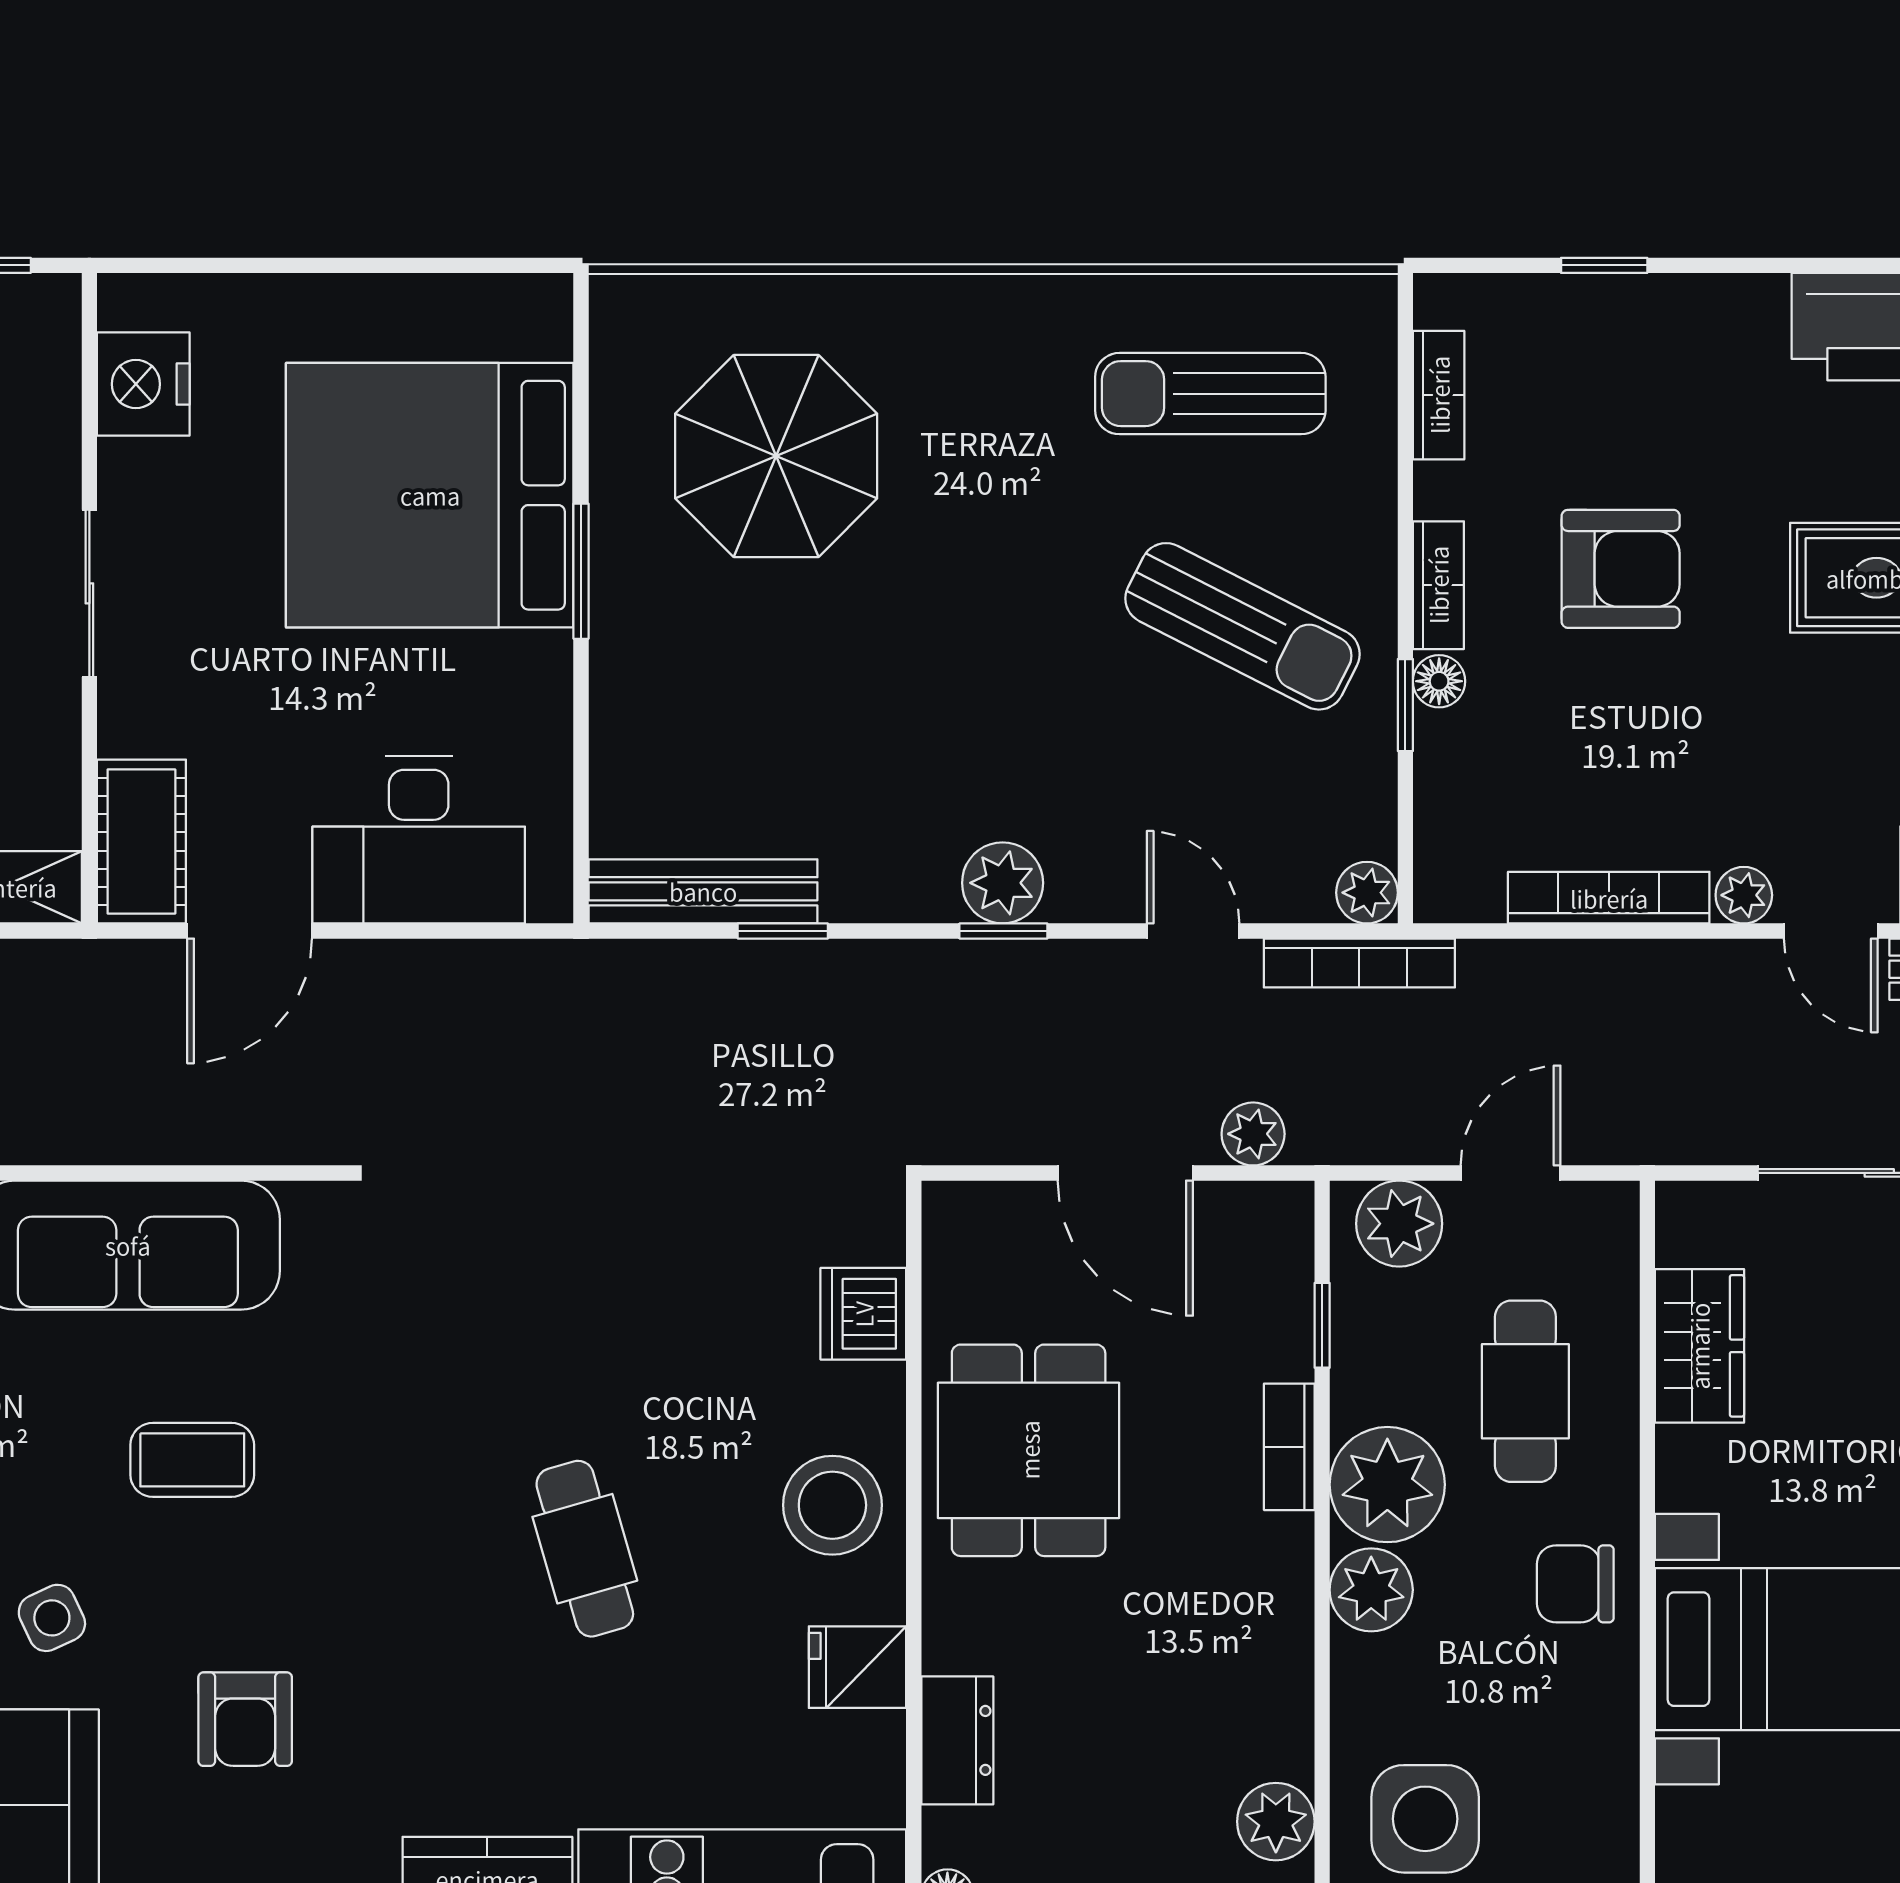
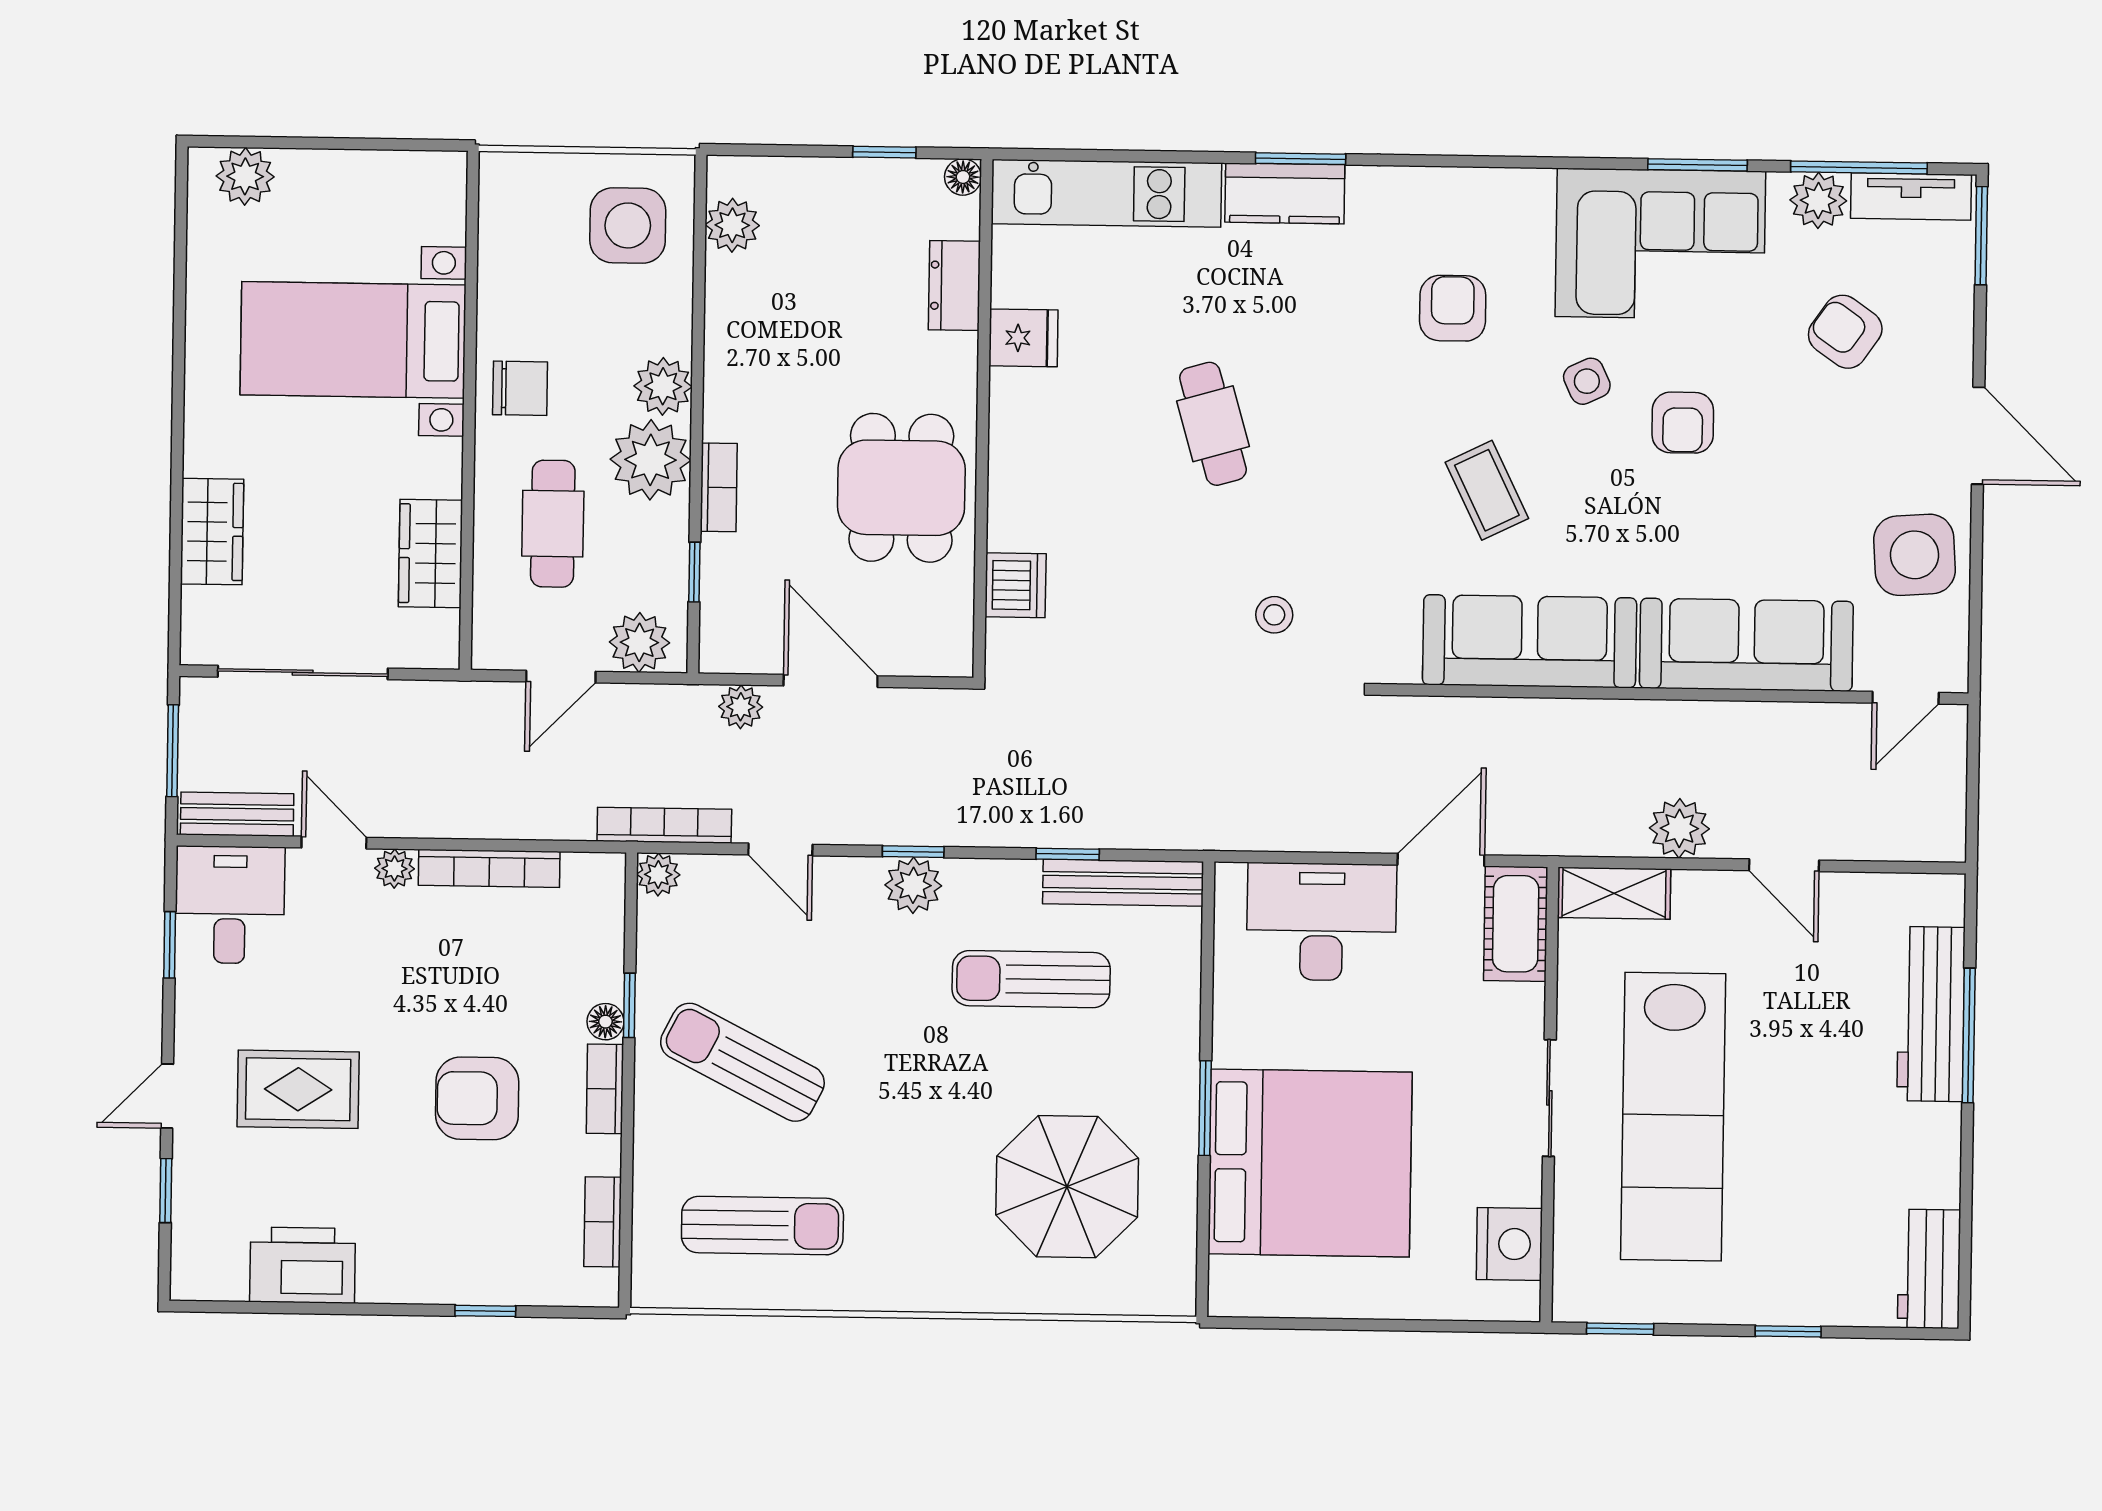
sun lounger: (832, 752) -> (1031, 979), added
coffee table: (192, 1460) -> (1487, 490), turned 64
stool: (832, 1505) -> (1274, 615), moved, width x0.53, depth x0.53

